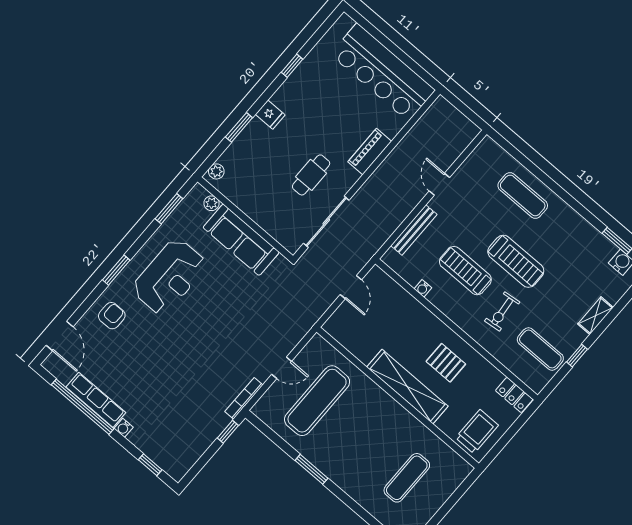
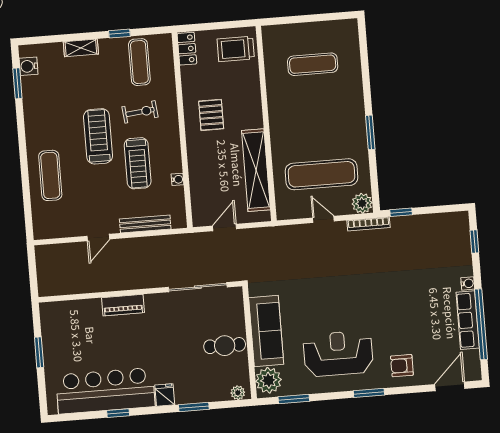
window: (398, 52) -> (39, 352), added
bar counter: (383, 72) -> (105, 391), moved, turned -90
cafe table: (311, 175) -> (225, 346), moved
plant: (211, 203) -> (269, 380), width x1.88, depth x1.88
shelving: (407, 387) -> (256, 170), moved
plant: (264, 409) -> (362, 203), added

